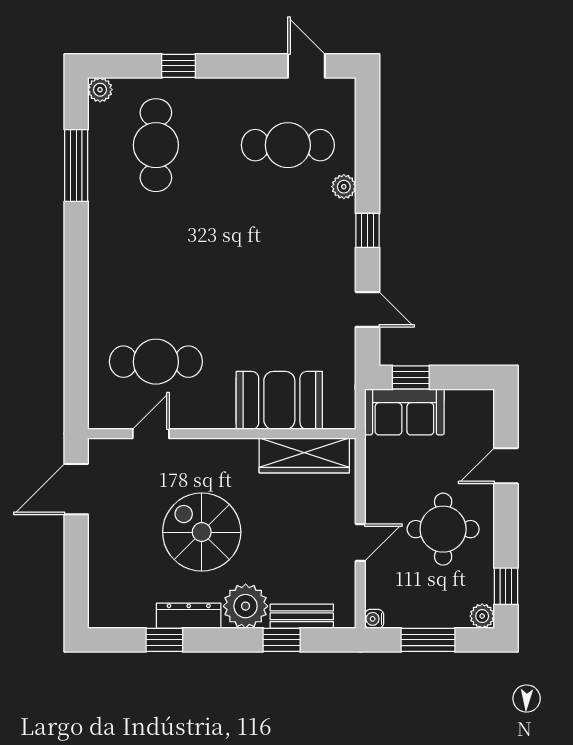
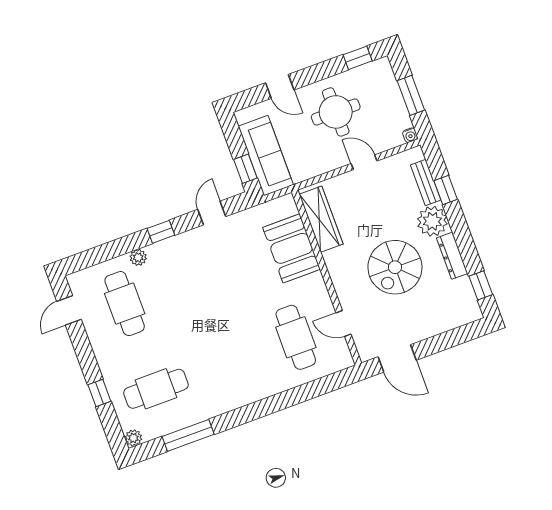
sofa: (404, 412) -> (266, 156), width x1.36
plant: (482, 616) -> (383, 66), removed
window: (164, 640) -> (481, 285), moved

